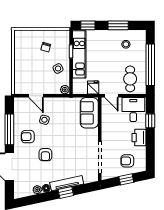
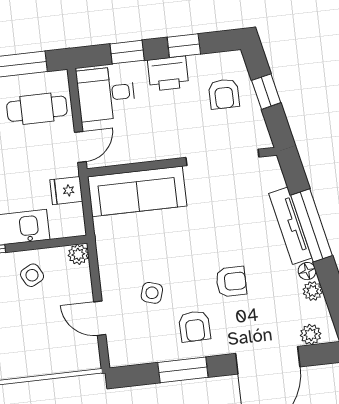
door: (36, 96) -> (100, 318), swing flipped
sofa: (89, 113) -> (137, 191), width x1.36
window: (9, 129) -> (183, 370), width x0.69
window: (150, 146) -> (184, 46), added
plant: (18, 187) -> (311, 335), added
window: (66, 192) -> (312, 225), width x2.17

